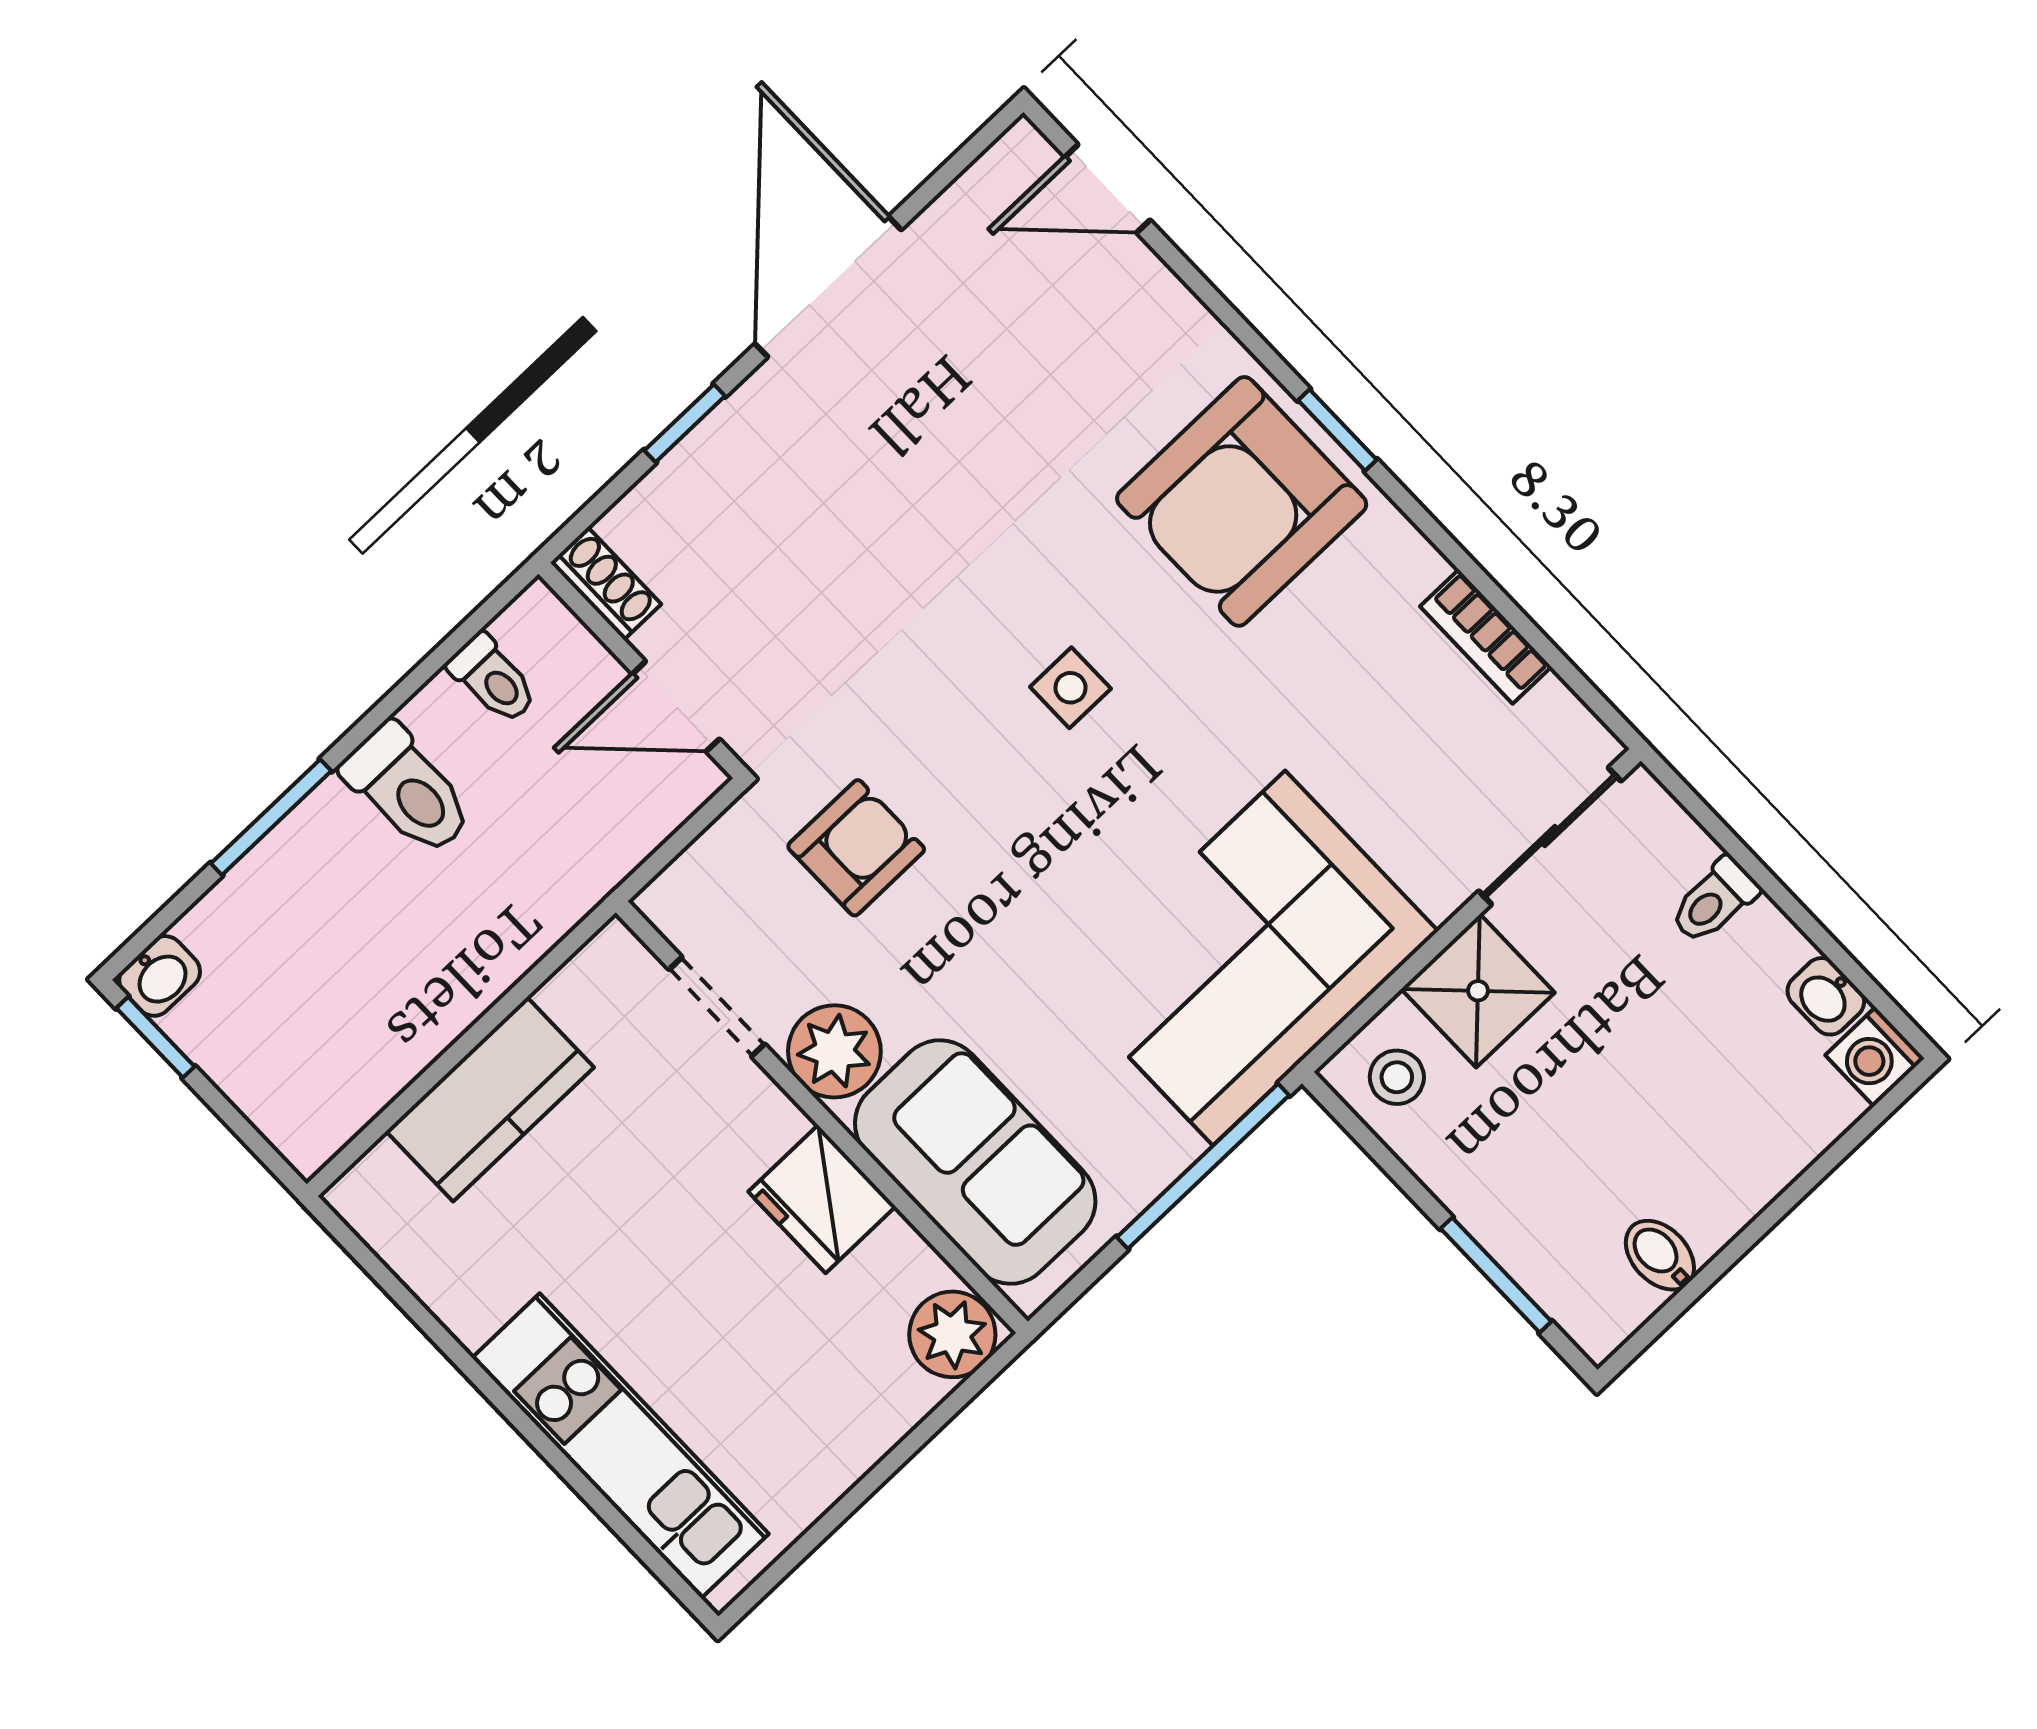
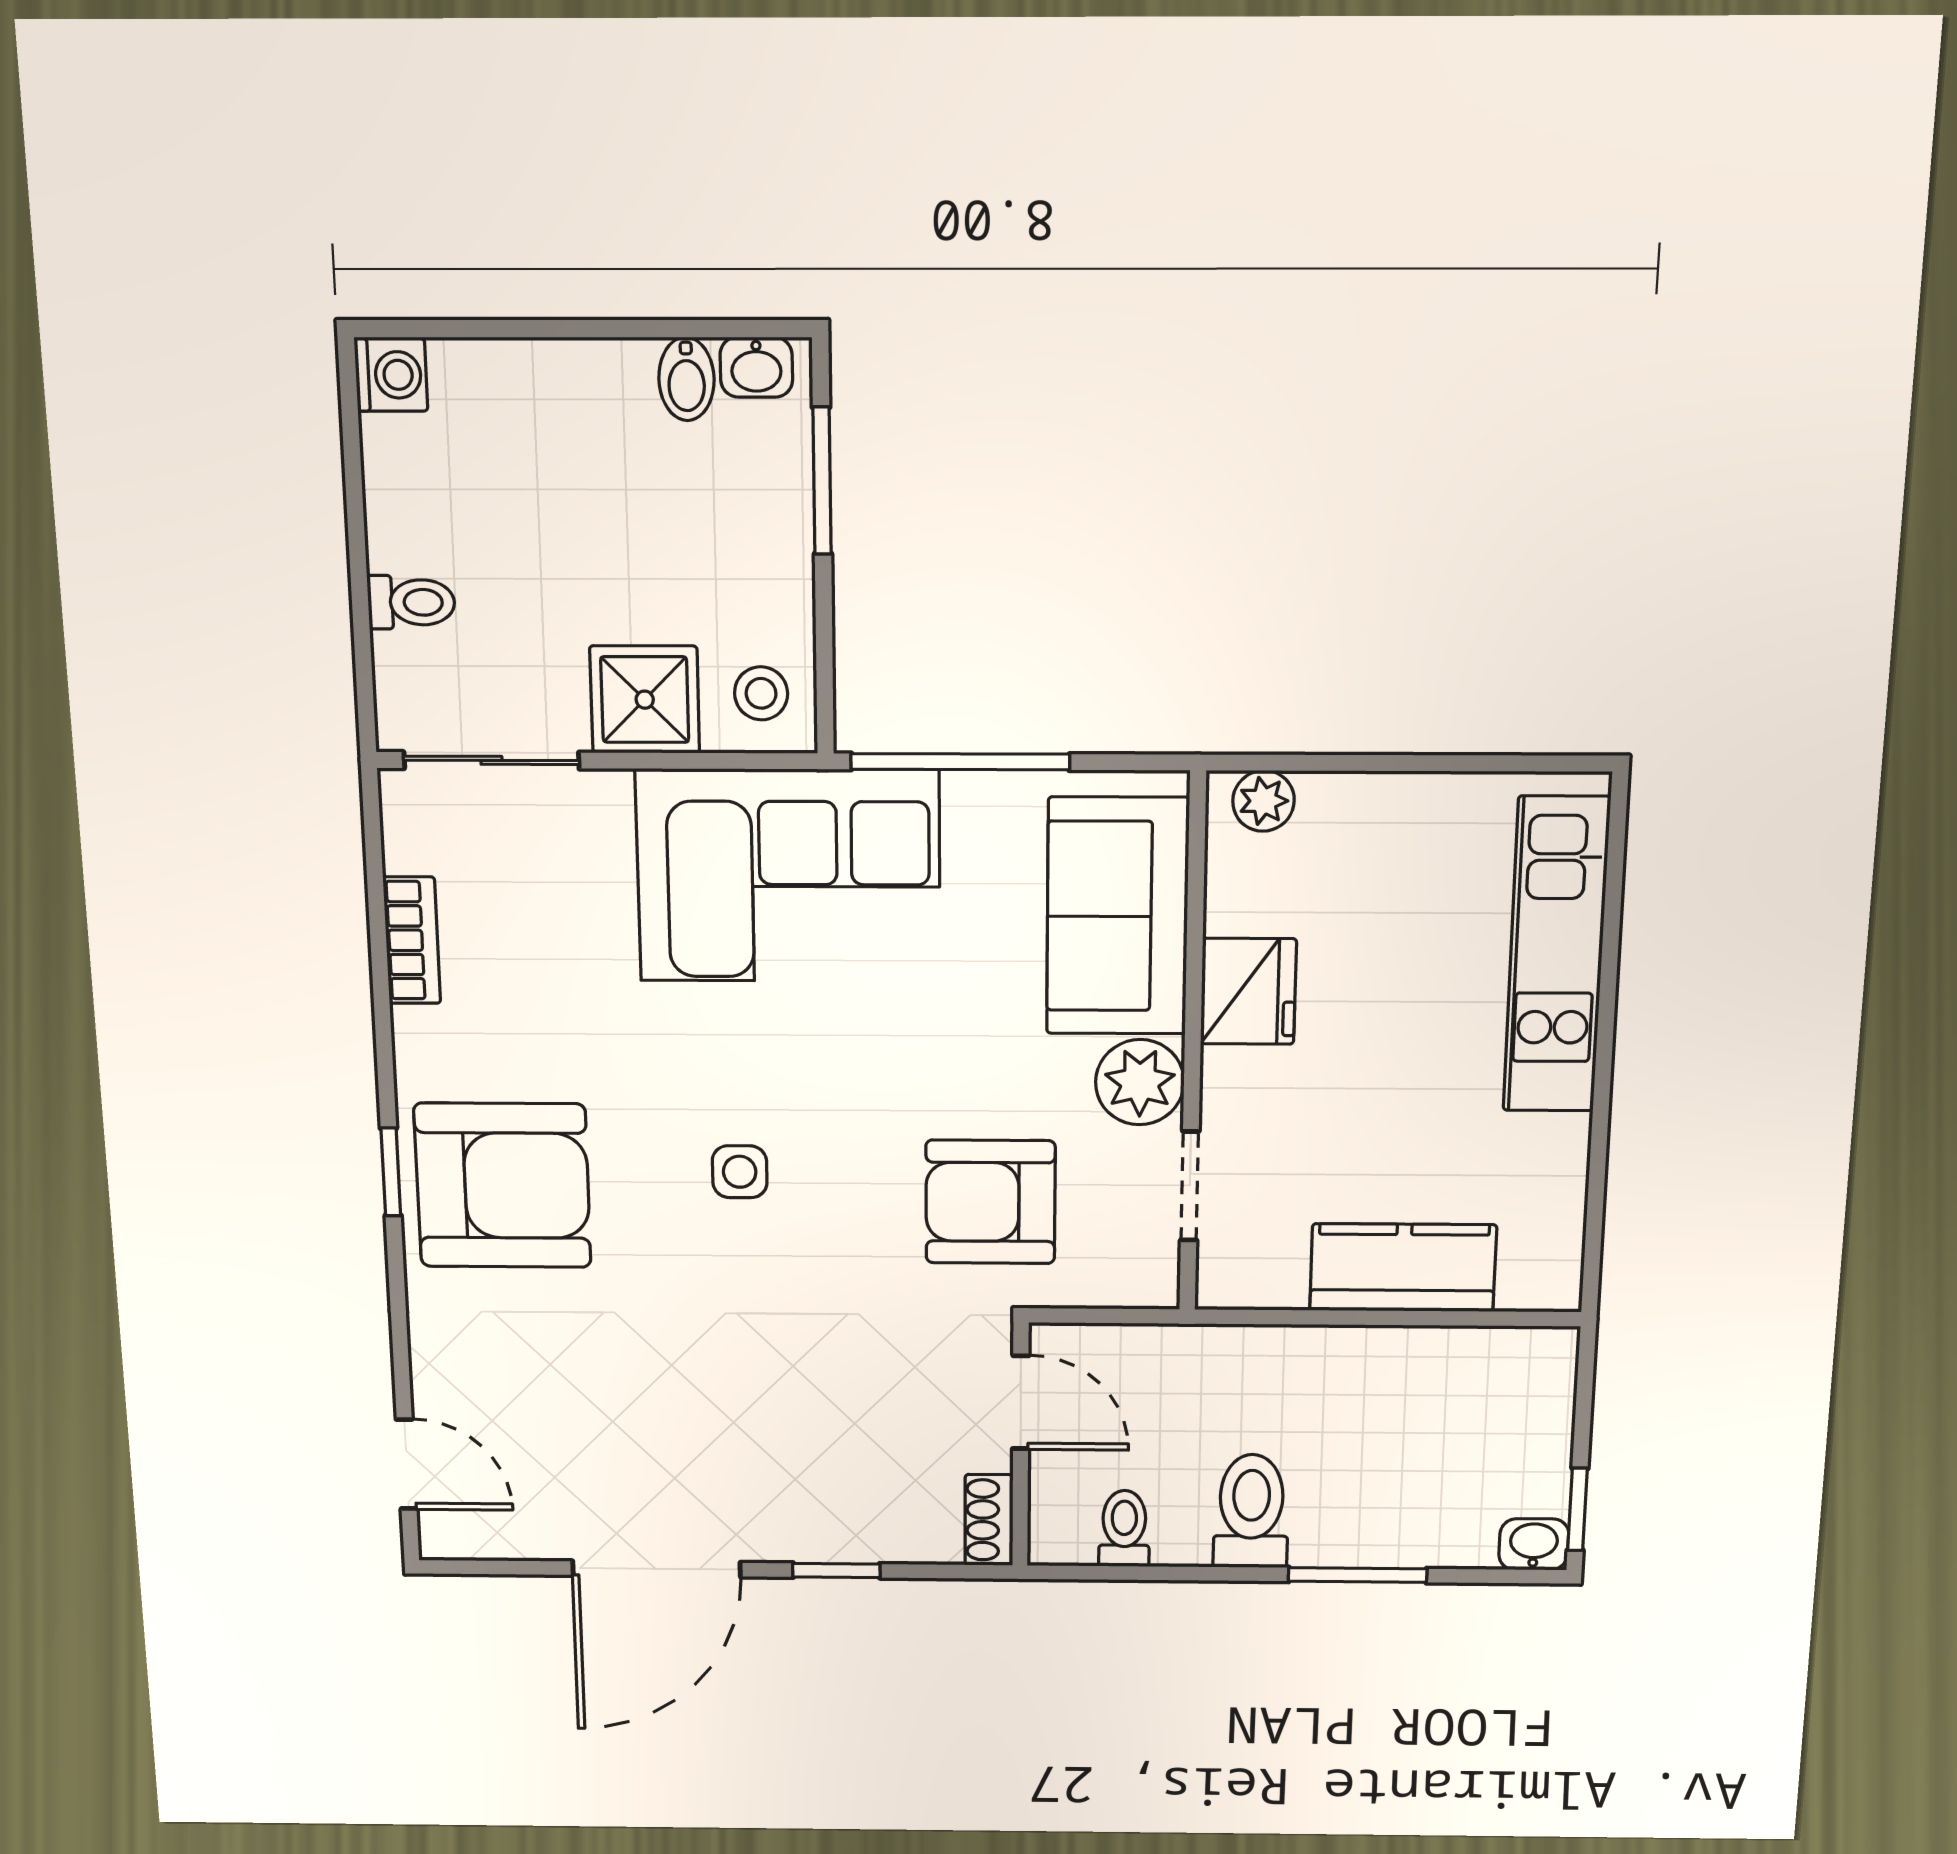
armchair: (856, 848) -> (990, 1202), width x1.38, depth x1.38
washbasin: (1826, 996) -> (756, 367), moved, turned 90
plant: (952, 1334) -> (1263, 801), width x0.73, depth x0.73

